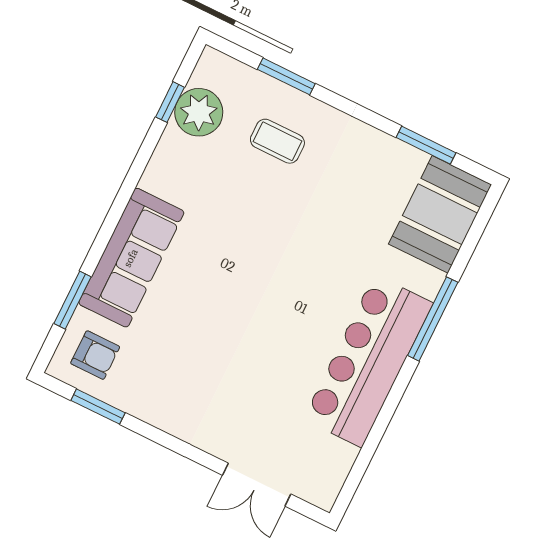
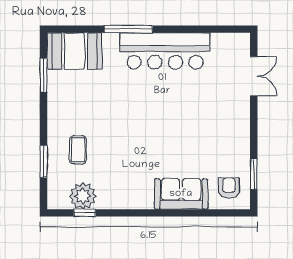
sofa: (131, 258) -> (181, 194), width x0.73
window: (72, 300) -> (207, 213), removed

